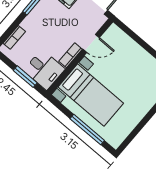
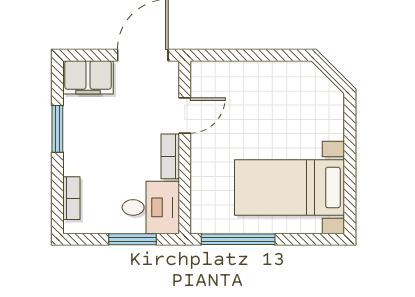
bed with nightstands: (91, 95) -> (290, 187), moved, turned 180
window: (87, 130) -> (238, 239), moved

